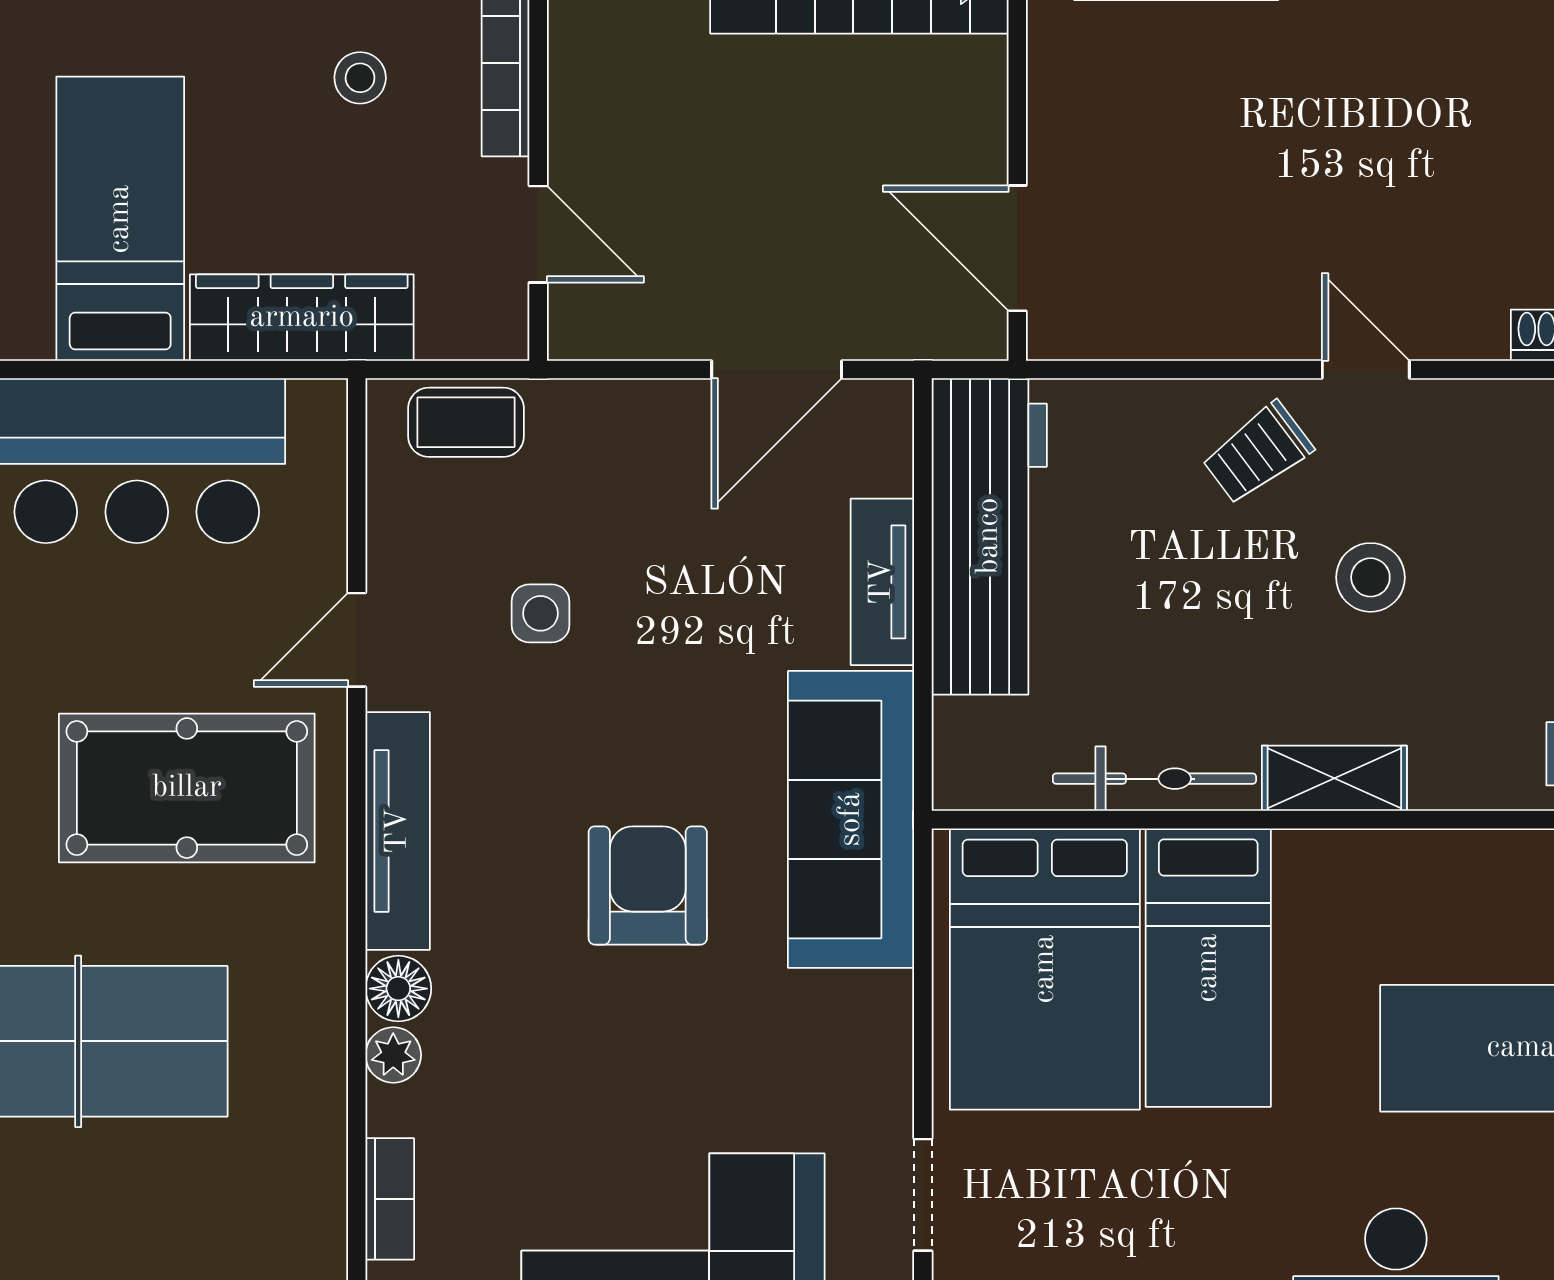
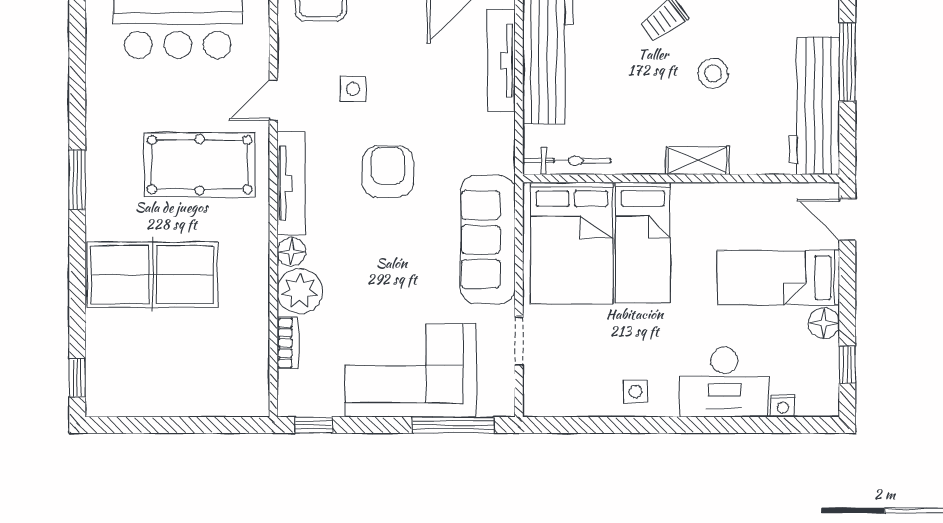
tv unit: (882, 582) -> (501, 61), width x1.41
bicycle: (1154, 779) -> (567, 161), moved
sofa: (851, 819) -> (488, 240), moved
armchair: (648, 885) -> (388, 172), moved
plant: (393, 1055) -> (300, 291), width x1.88, depth x1.88

